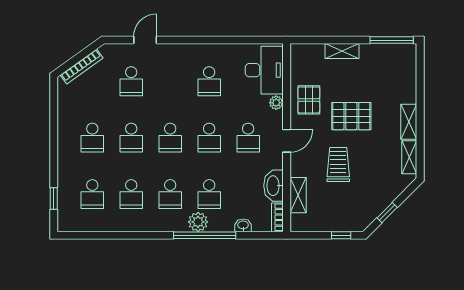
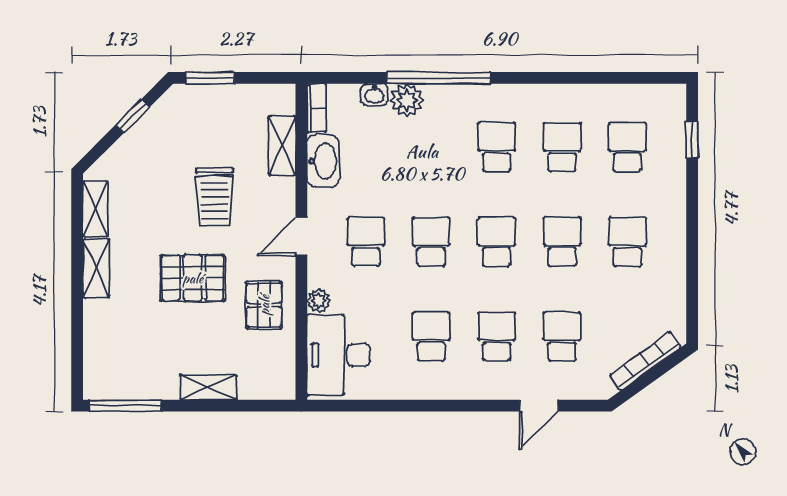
school desk: (209, 194) -> (497, 336), moved
plant: (198, 222) -> (407, 100), moved
window: (341, 235) -> (210, 78), width x1.50

